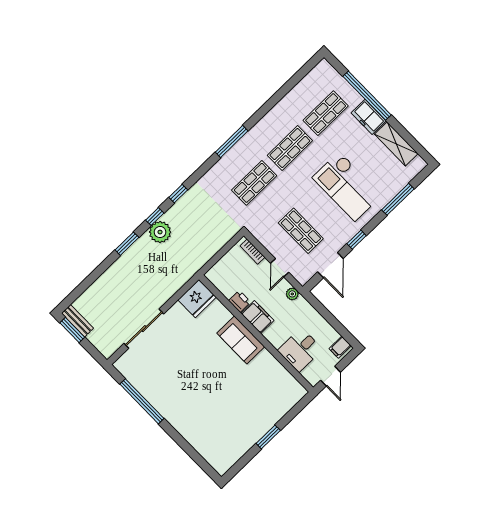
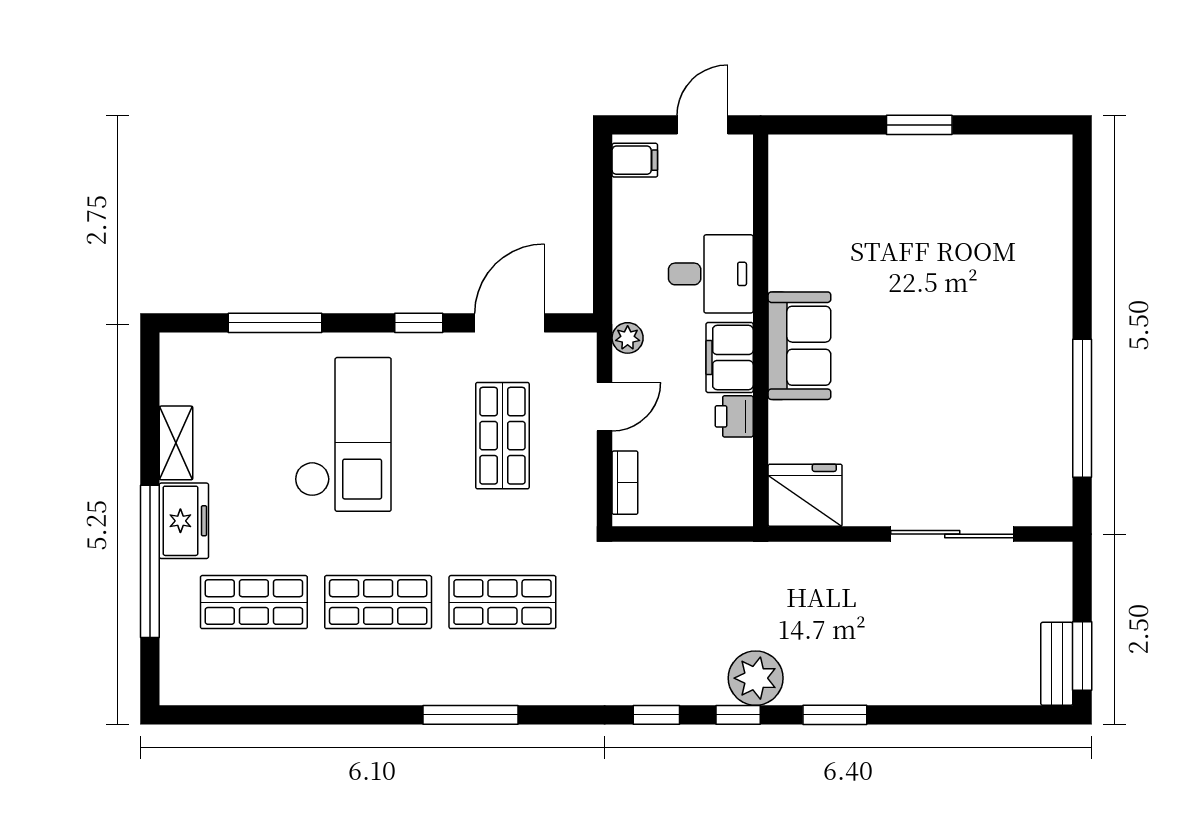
shelving: (396, 144) -> (176, 443), width x0.67, depth x0.75
desk: (300, 350) -> (711, 274), moved

